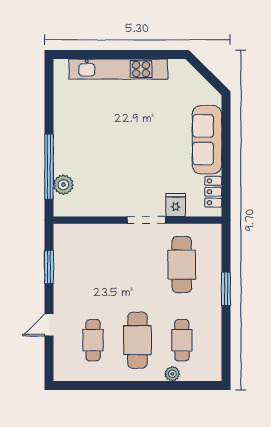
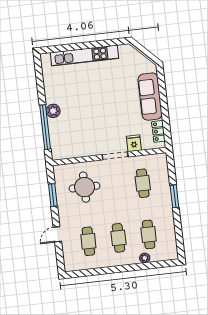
plant: (63, 185) -> (53, 111), moved
round table: (96, 261) -> (84, 187), added
cafe table: (182, 265) -> (143, 183), width x0.73, depth x0.74
cafe table: (137, 340) -> (118, 238), width x0.73, depth x0.74

